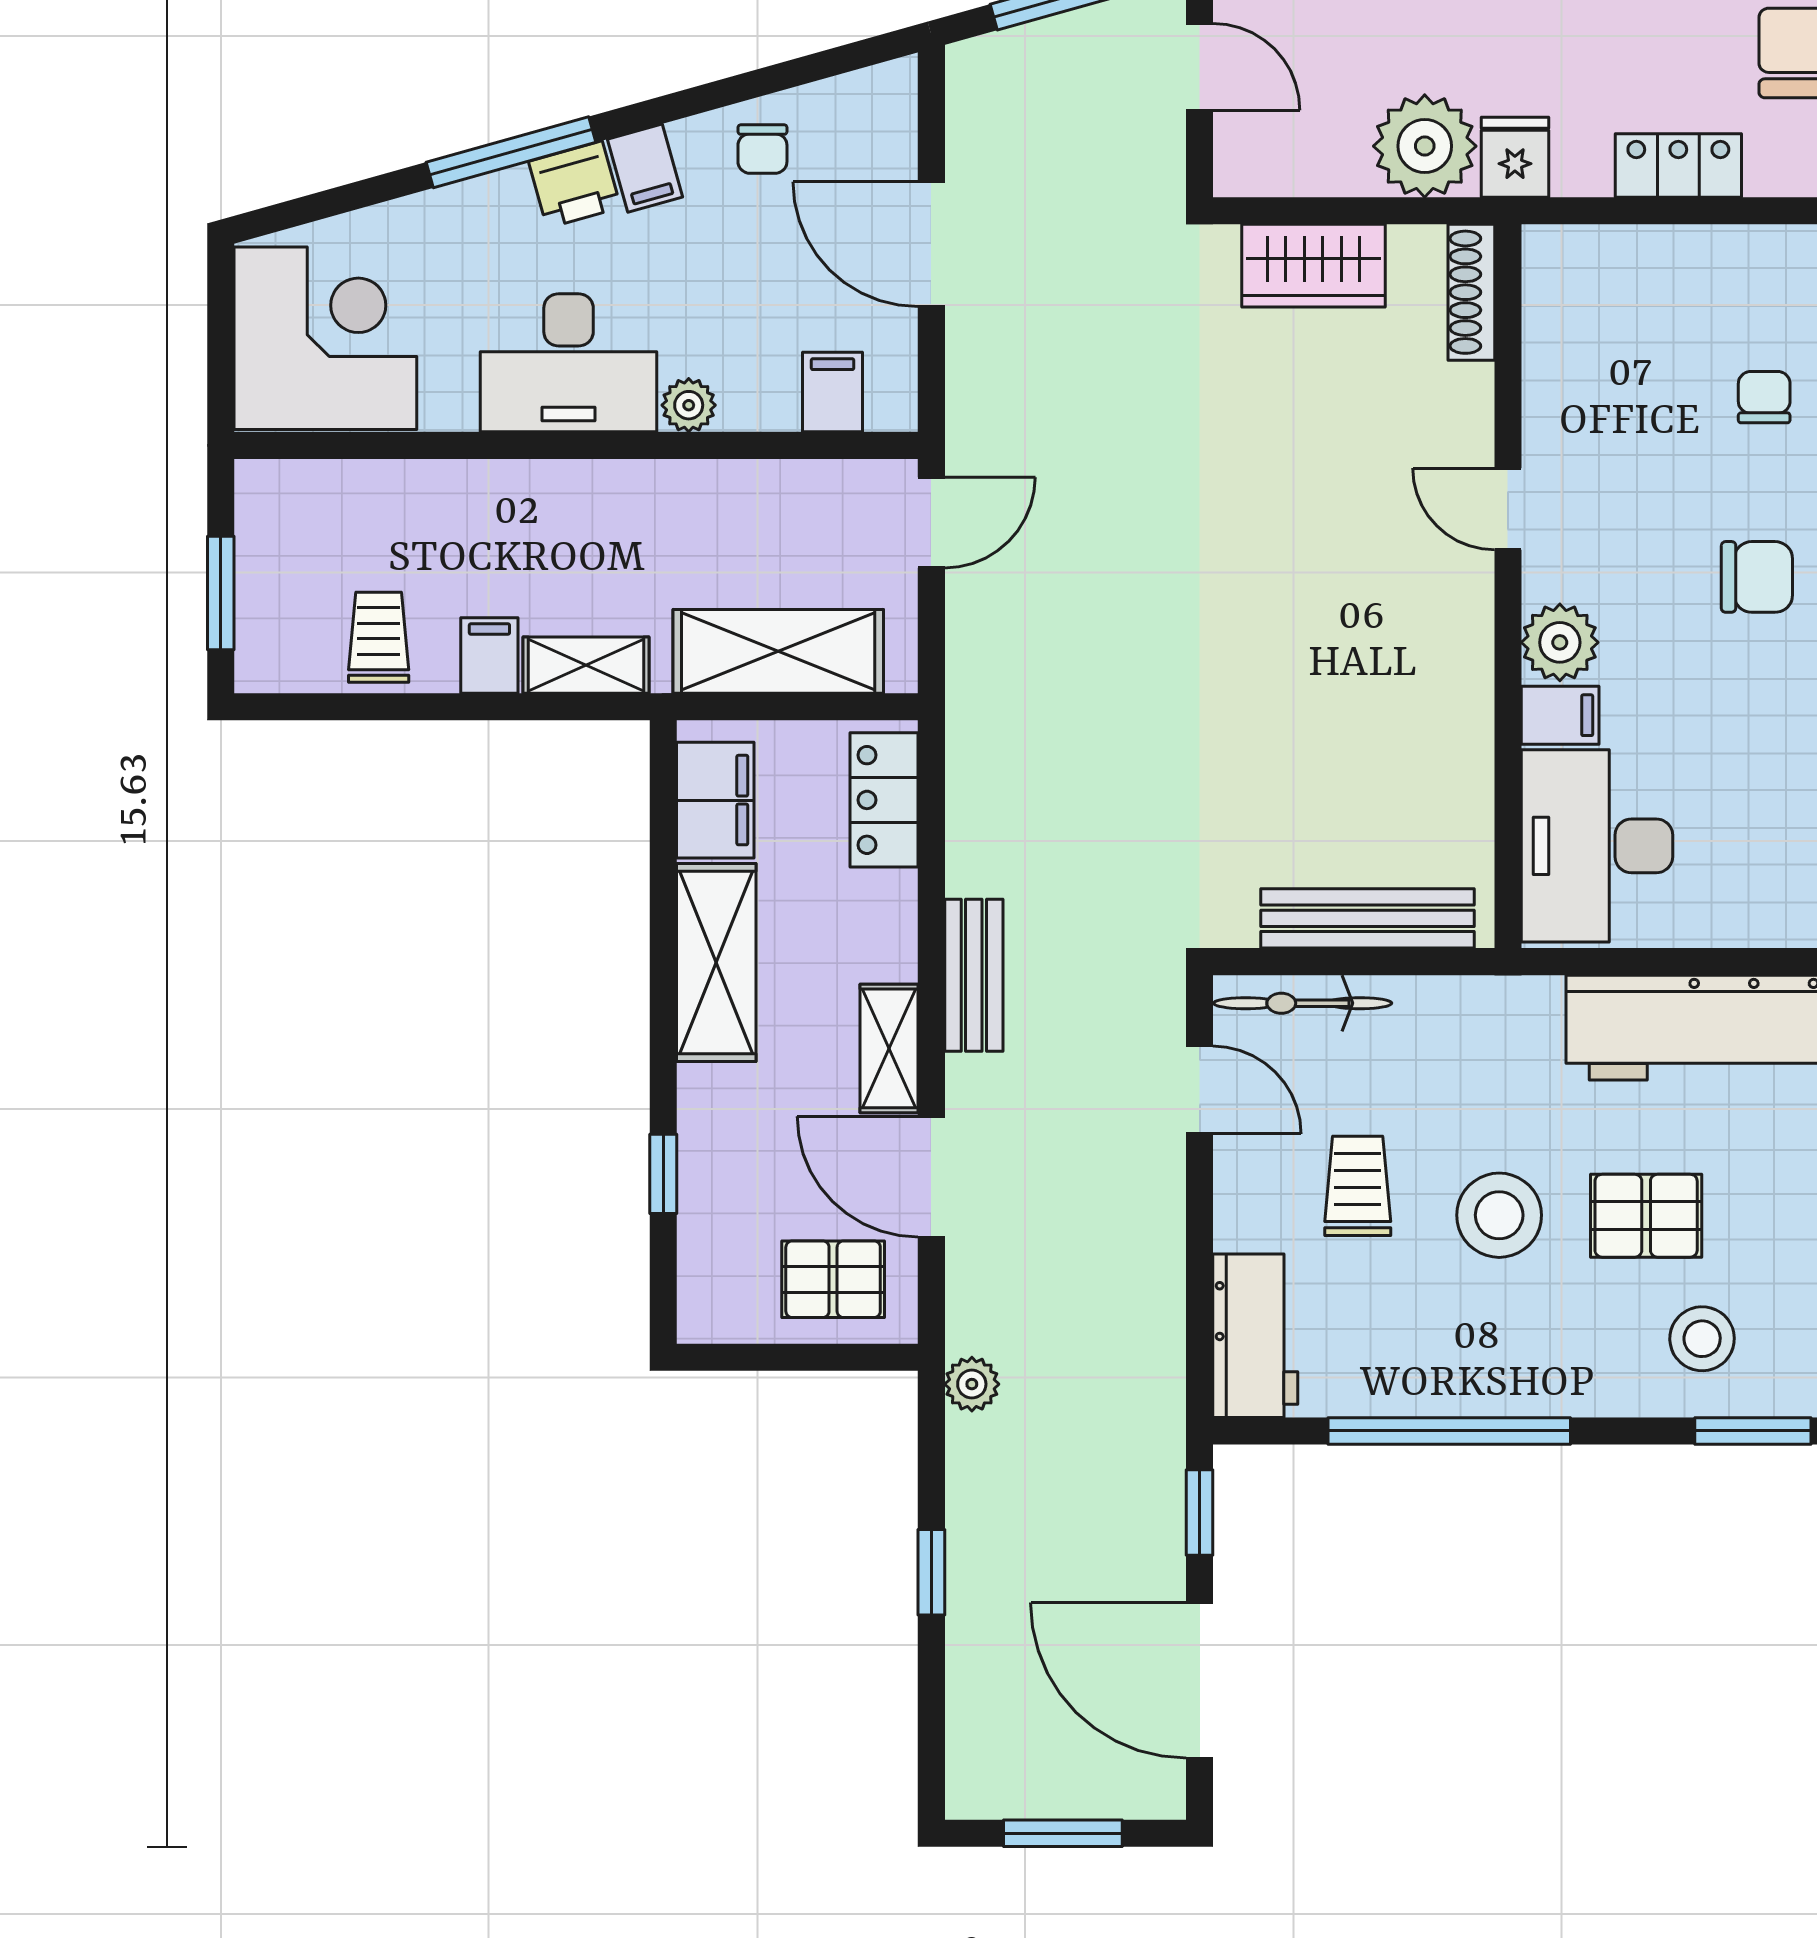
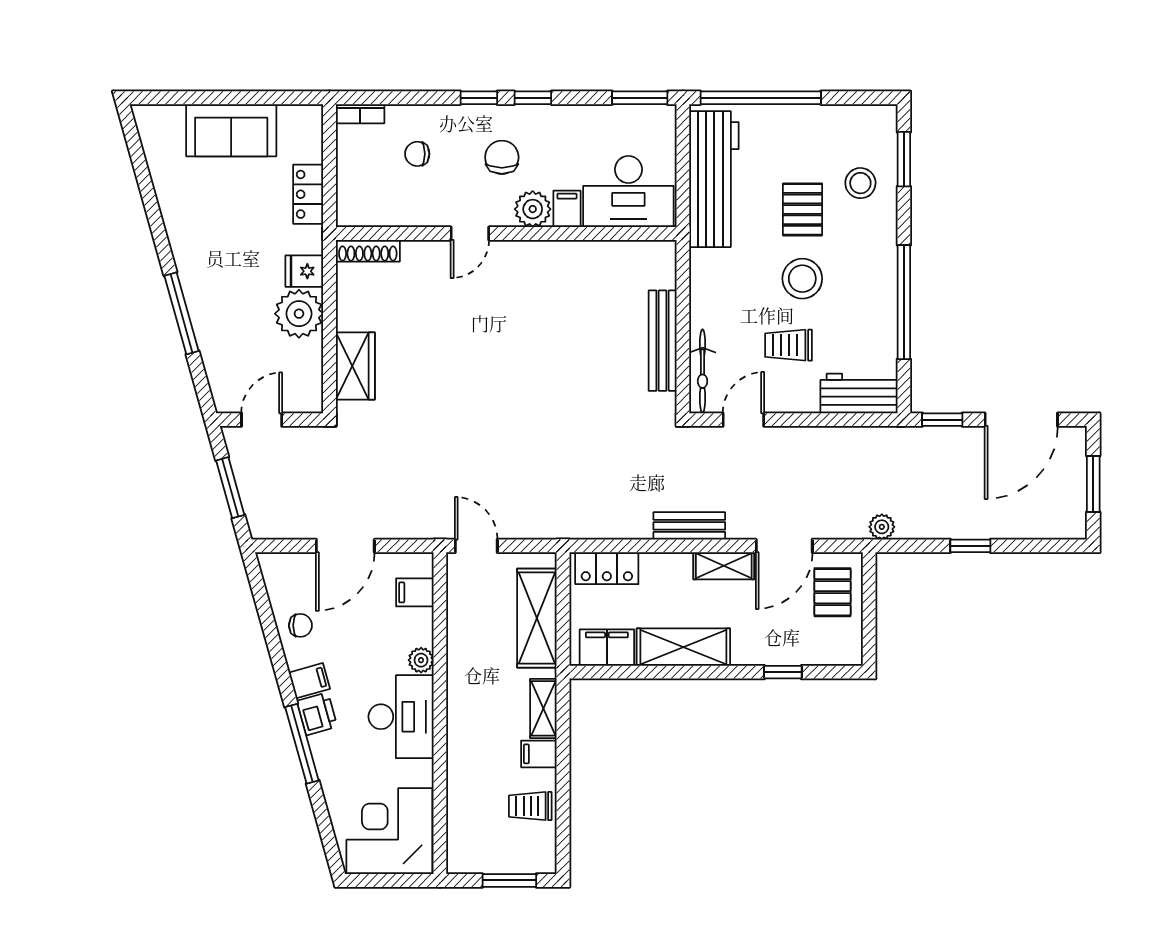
shoe rack: (1471, 292) -> (368, 251), moved
door: (1508, 509) -> (470, 233), moved
wall: (1508, 586) -> (506, 233), moved
plant: (1560, 642) -> (533, 209), moved
filing cabinet: (1560, 715) -> (567, 209), moved
desk: (1597, 846) -> (628, 192), moved

